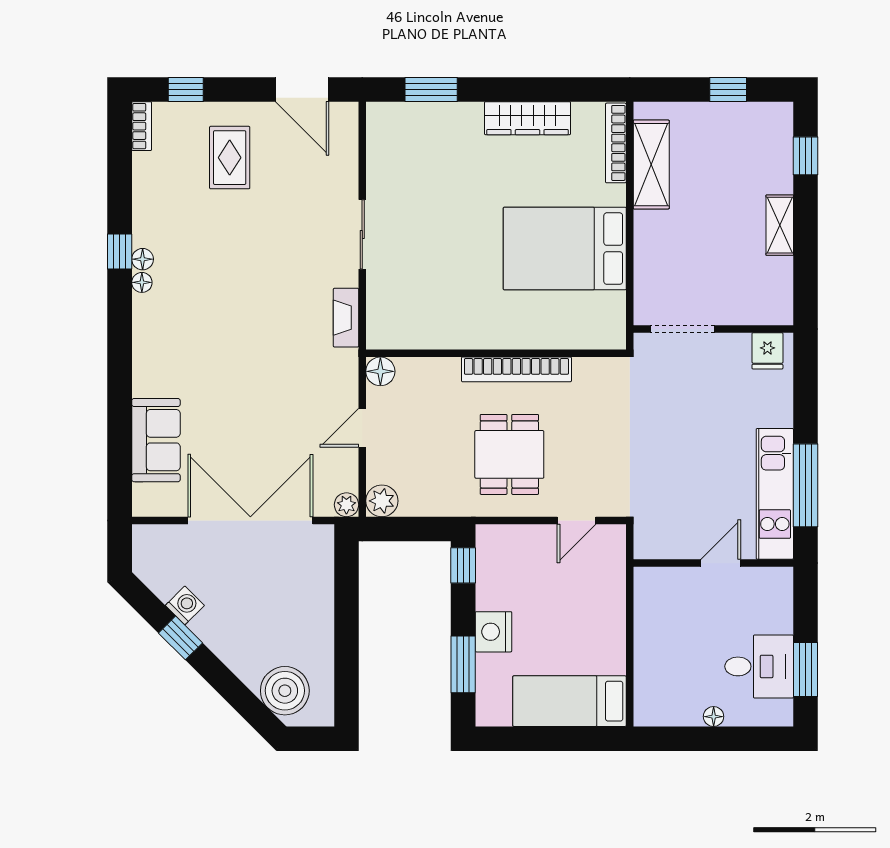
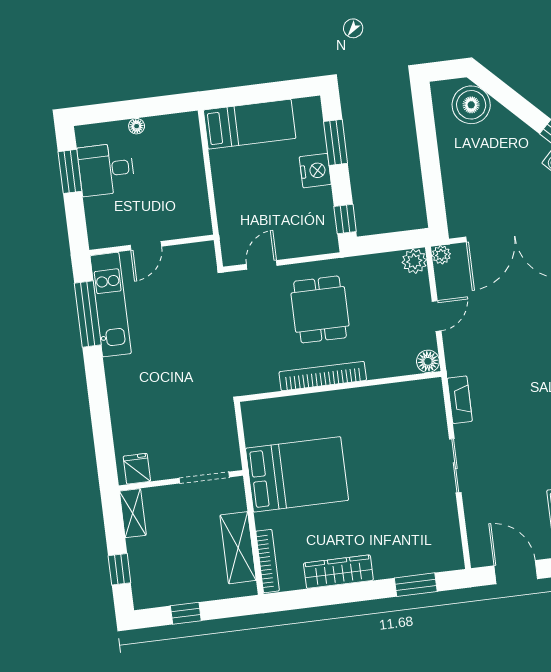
doorway: (683, 329) -> (204, 478), moved
wall: (713, 329) -> (181, 481), moved
fridge: (767, 351) -> (137, 469), moved

